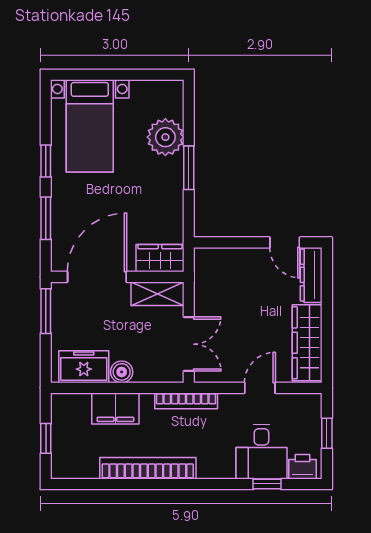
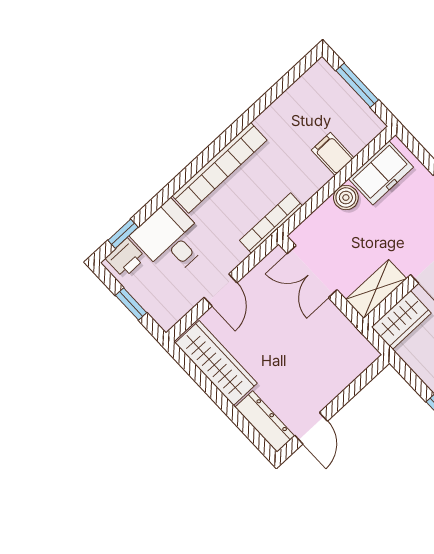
door: (285, 242) -> (311, 428), swing flipped
filing cabinet: (115, 408) -> (333, 154), width x0.50
window: (46, 438) -> (357, 85), width x1.50
bookcase: (148, 468) -> (220, 168), moved
window: (267, 484) -> (123, 234), moved

